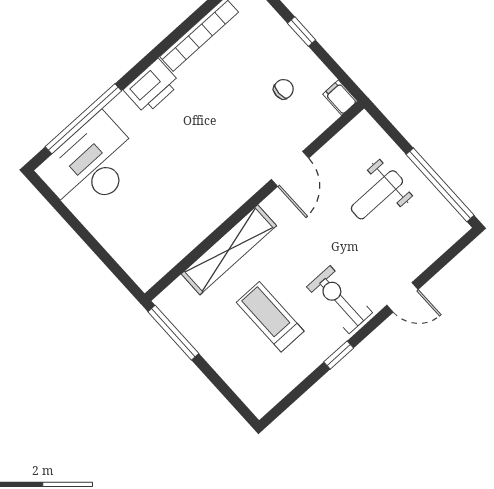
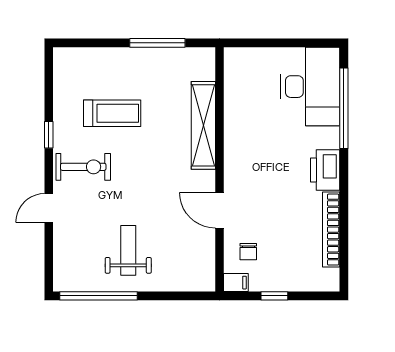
filing cabinet: (340, 98) -> (236, 283), moved
door: (290, 169) -> (220, 210), moved
wall: (254, 201) -> (220, 169), moved
shelving: (229, 250) -> (203, 125), moved

